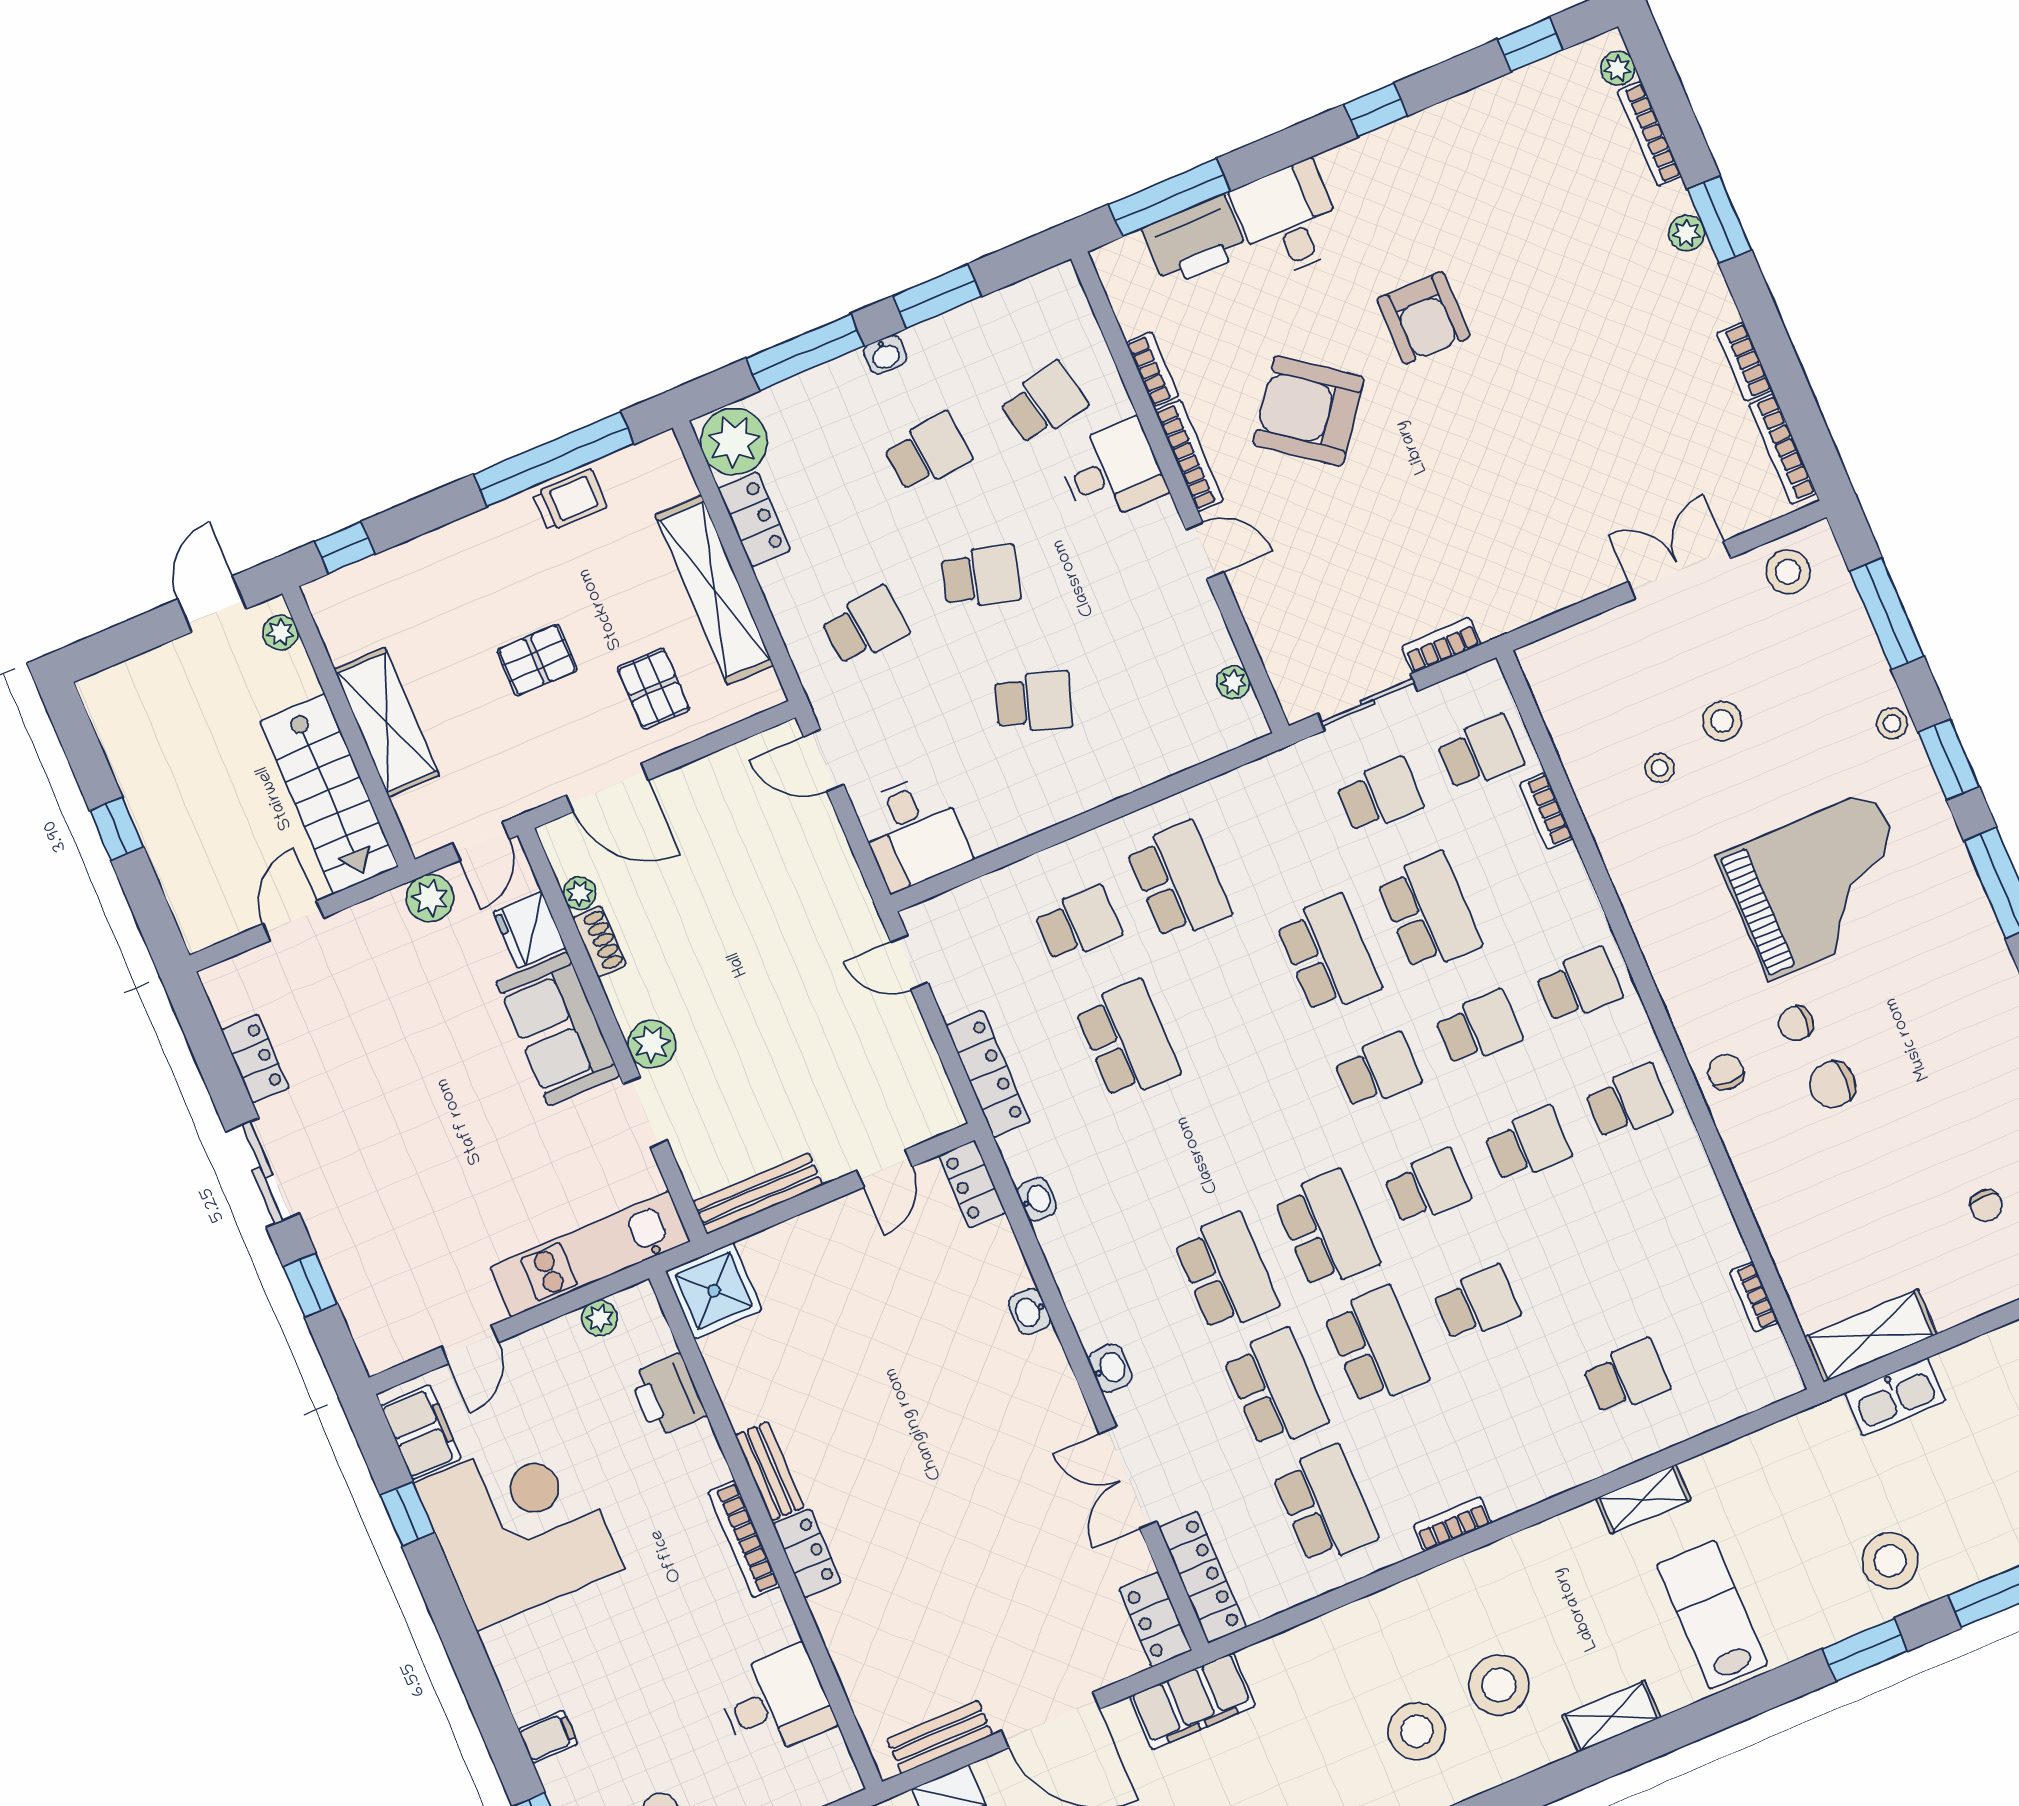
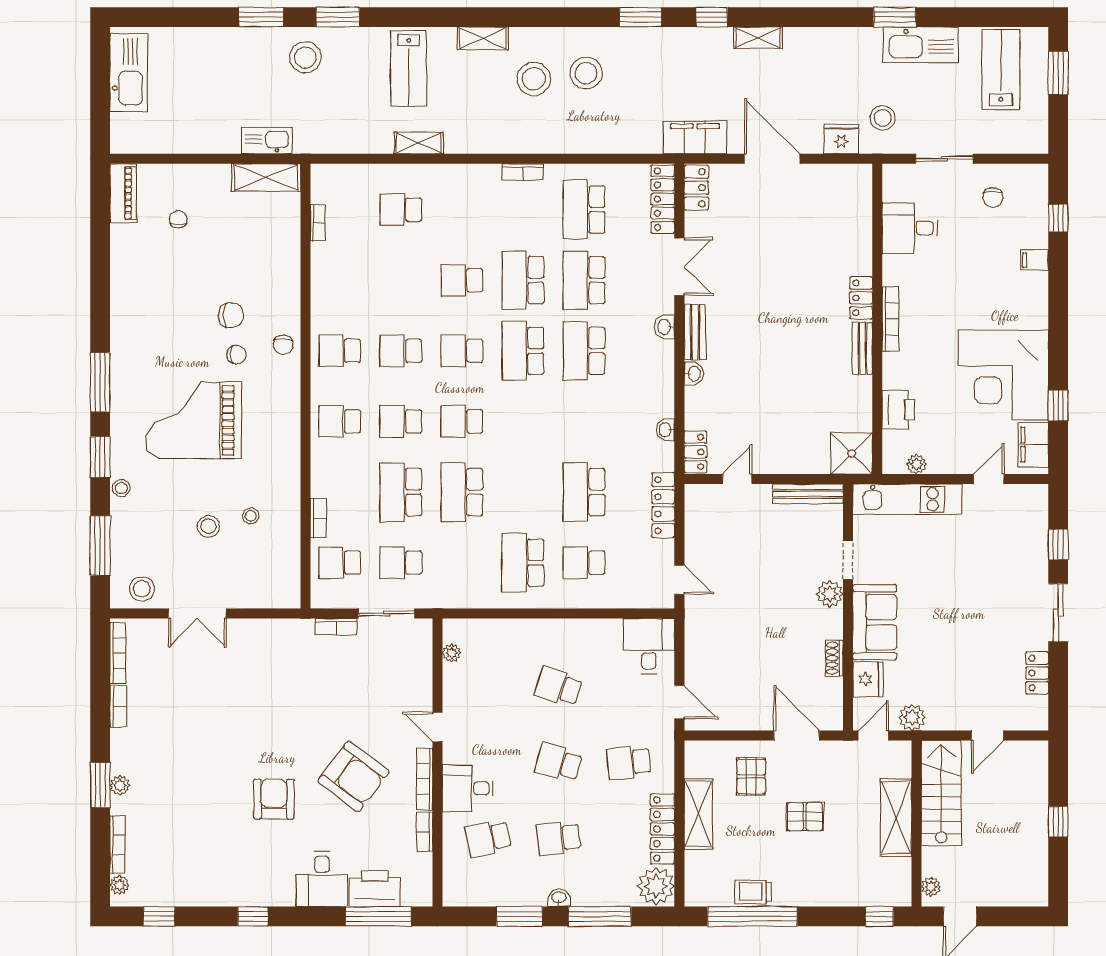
locker: (754, 519) -> (662, 829), width x1.53
shelving: (714, 590) -> (698, 814), width x0.68
plant: (580, 893) -> (834, 687), removed
bench: (940, 1737) -> (695, 332), moved, turned 90

